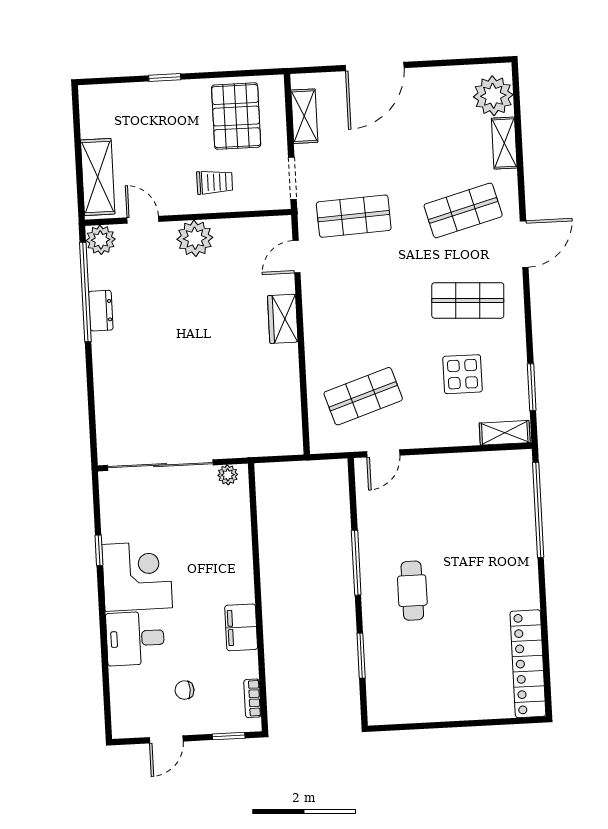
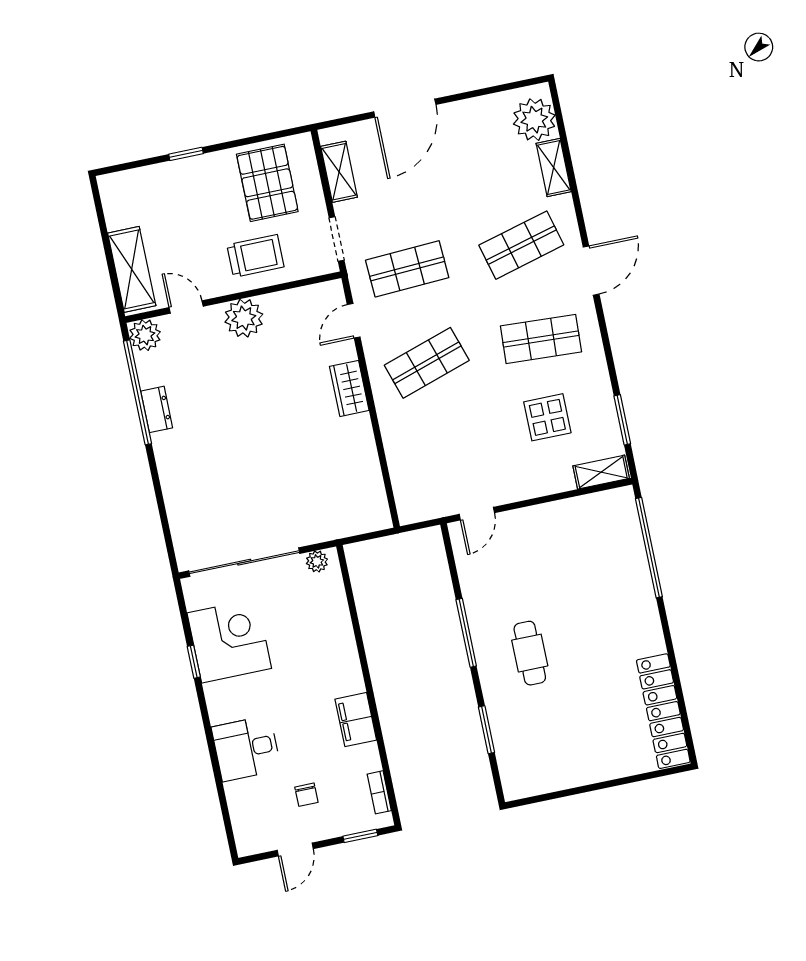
trolley: (215, 182) -> (255, 256), width x1.36, depth x1.39
shop shelf: (363, 396) -> (427, 363), moved
corner desk: (137, 576) -> (229, 641), moved
chair: (184, 690) -> (306, 795), turned -90

